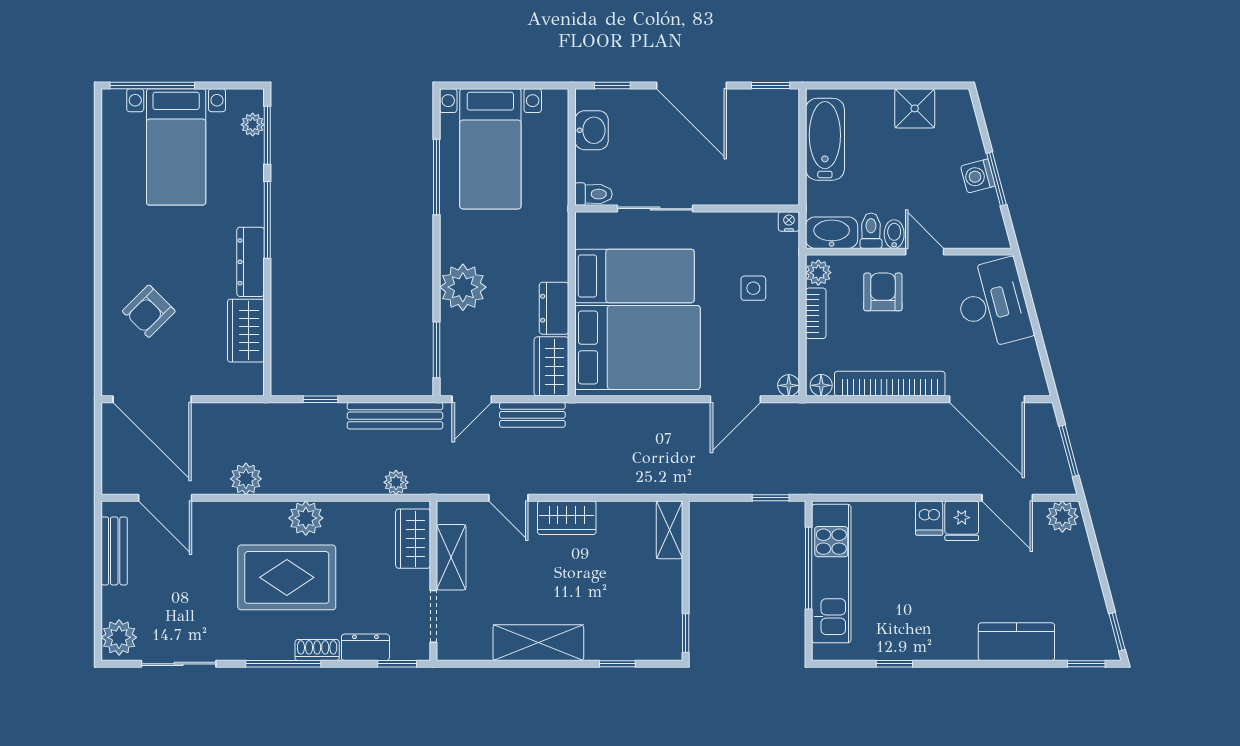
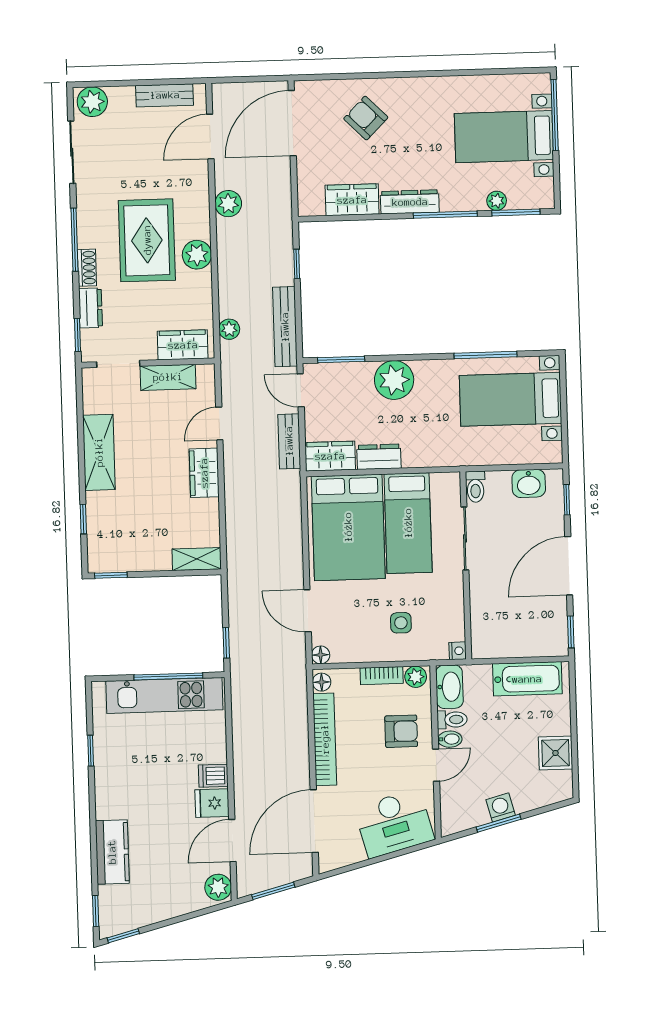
plant: (253, 125) -> (497, 201), moved

